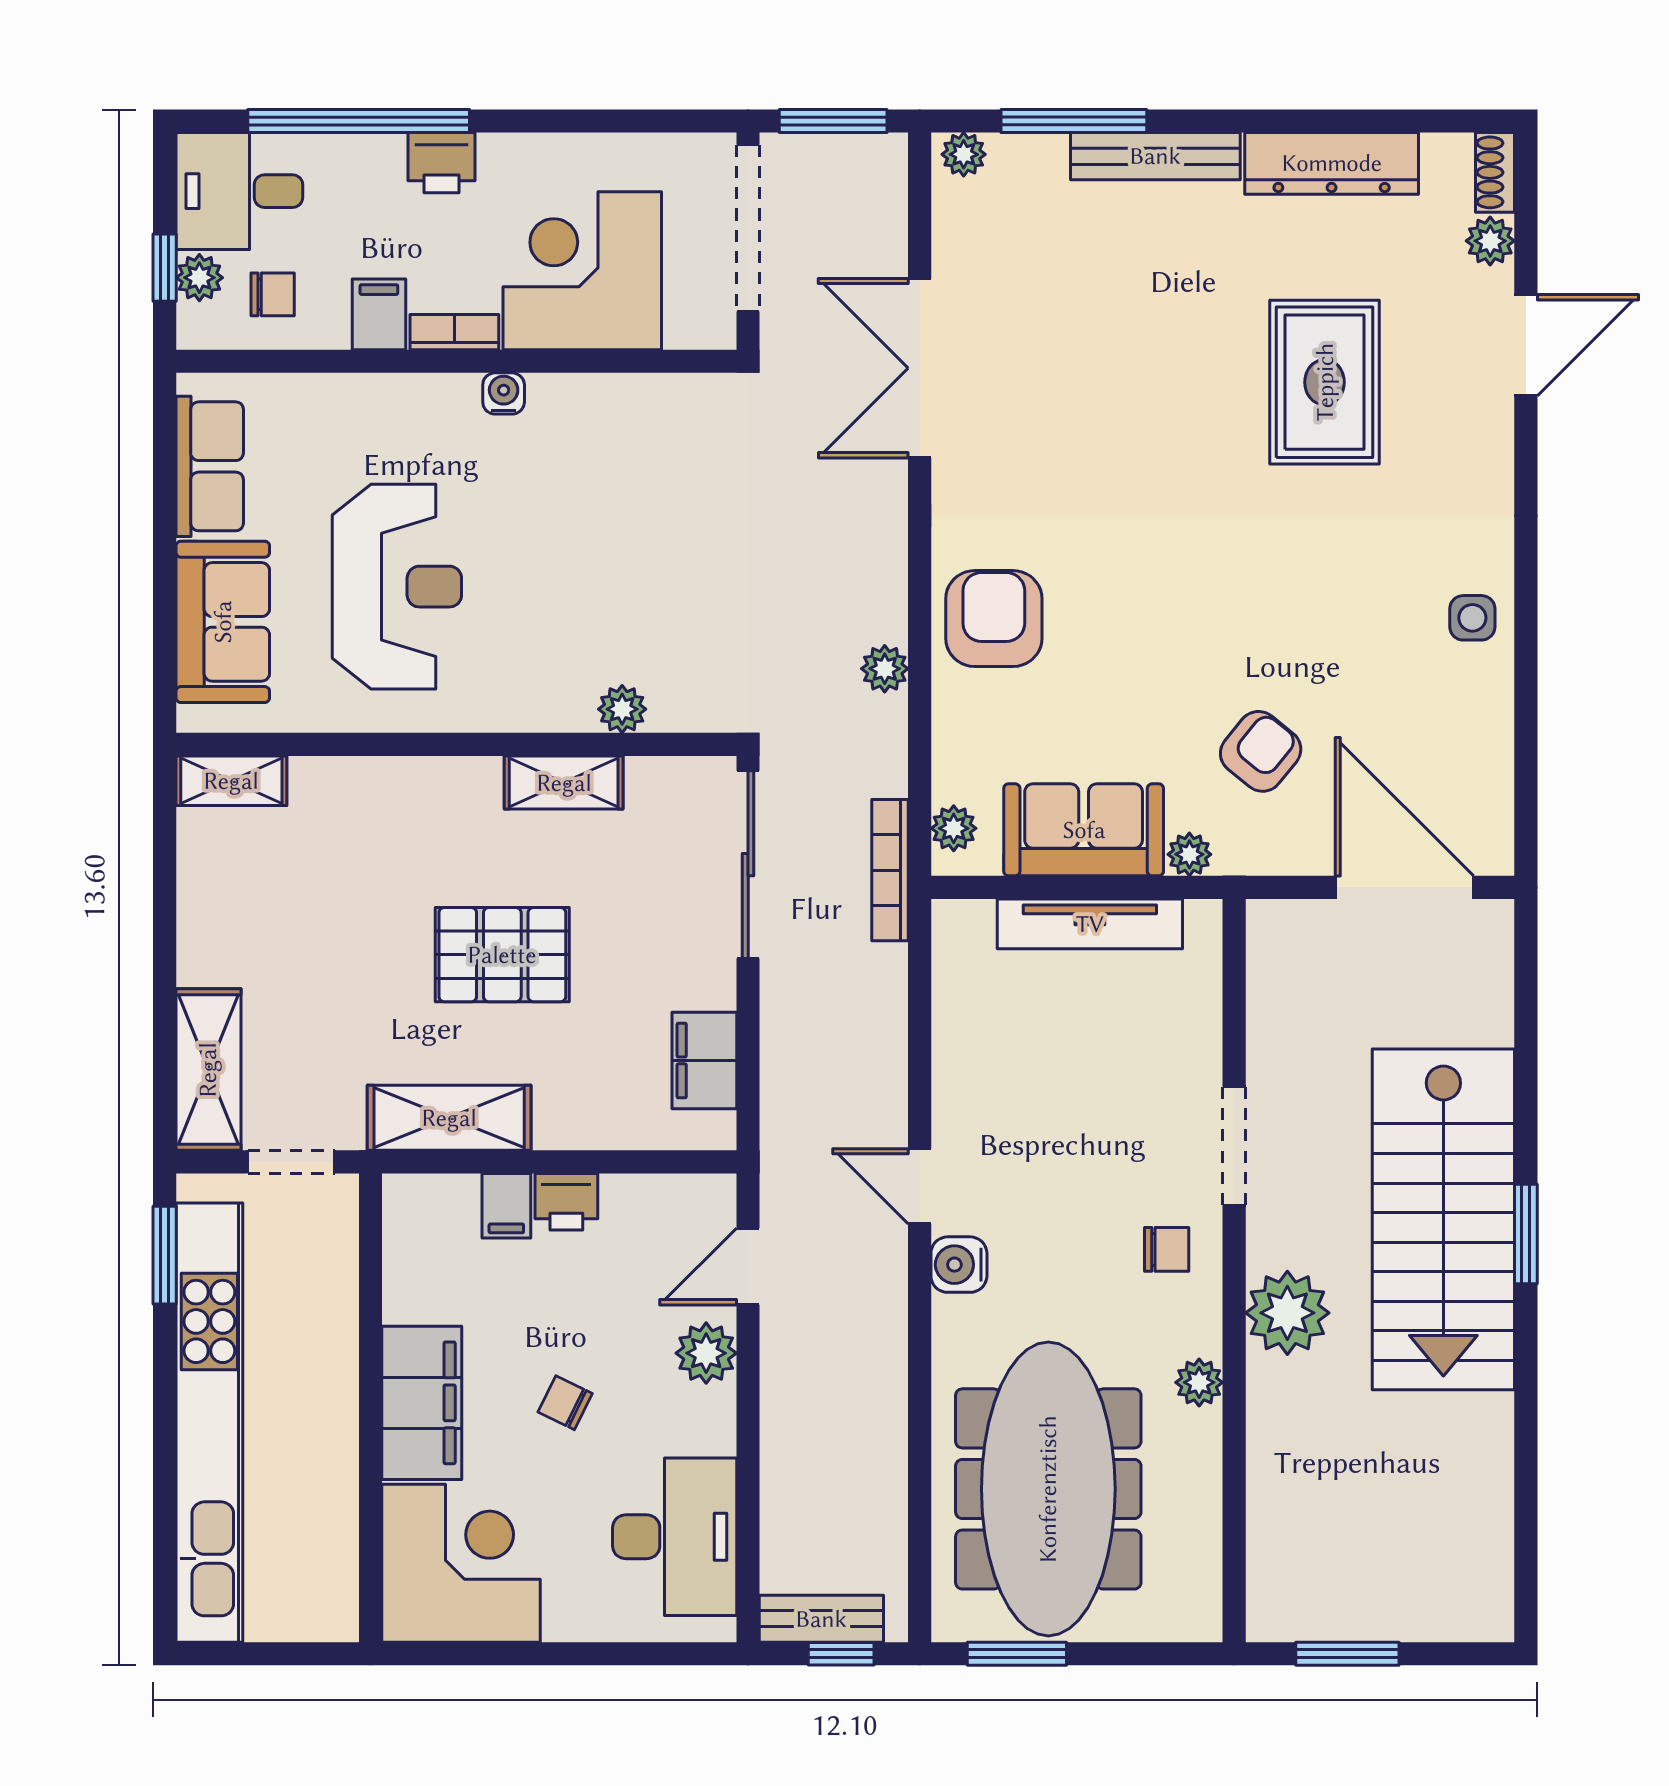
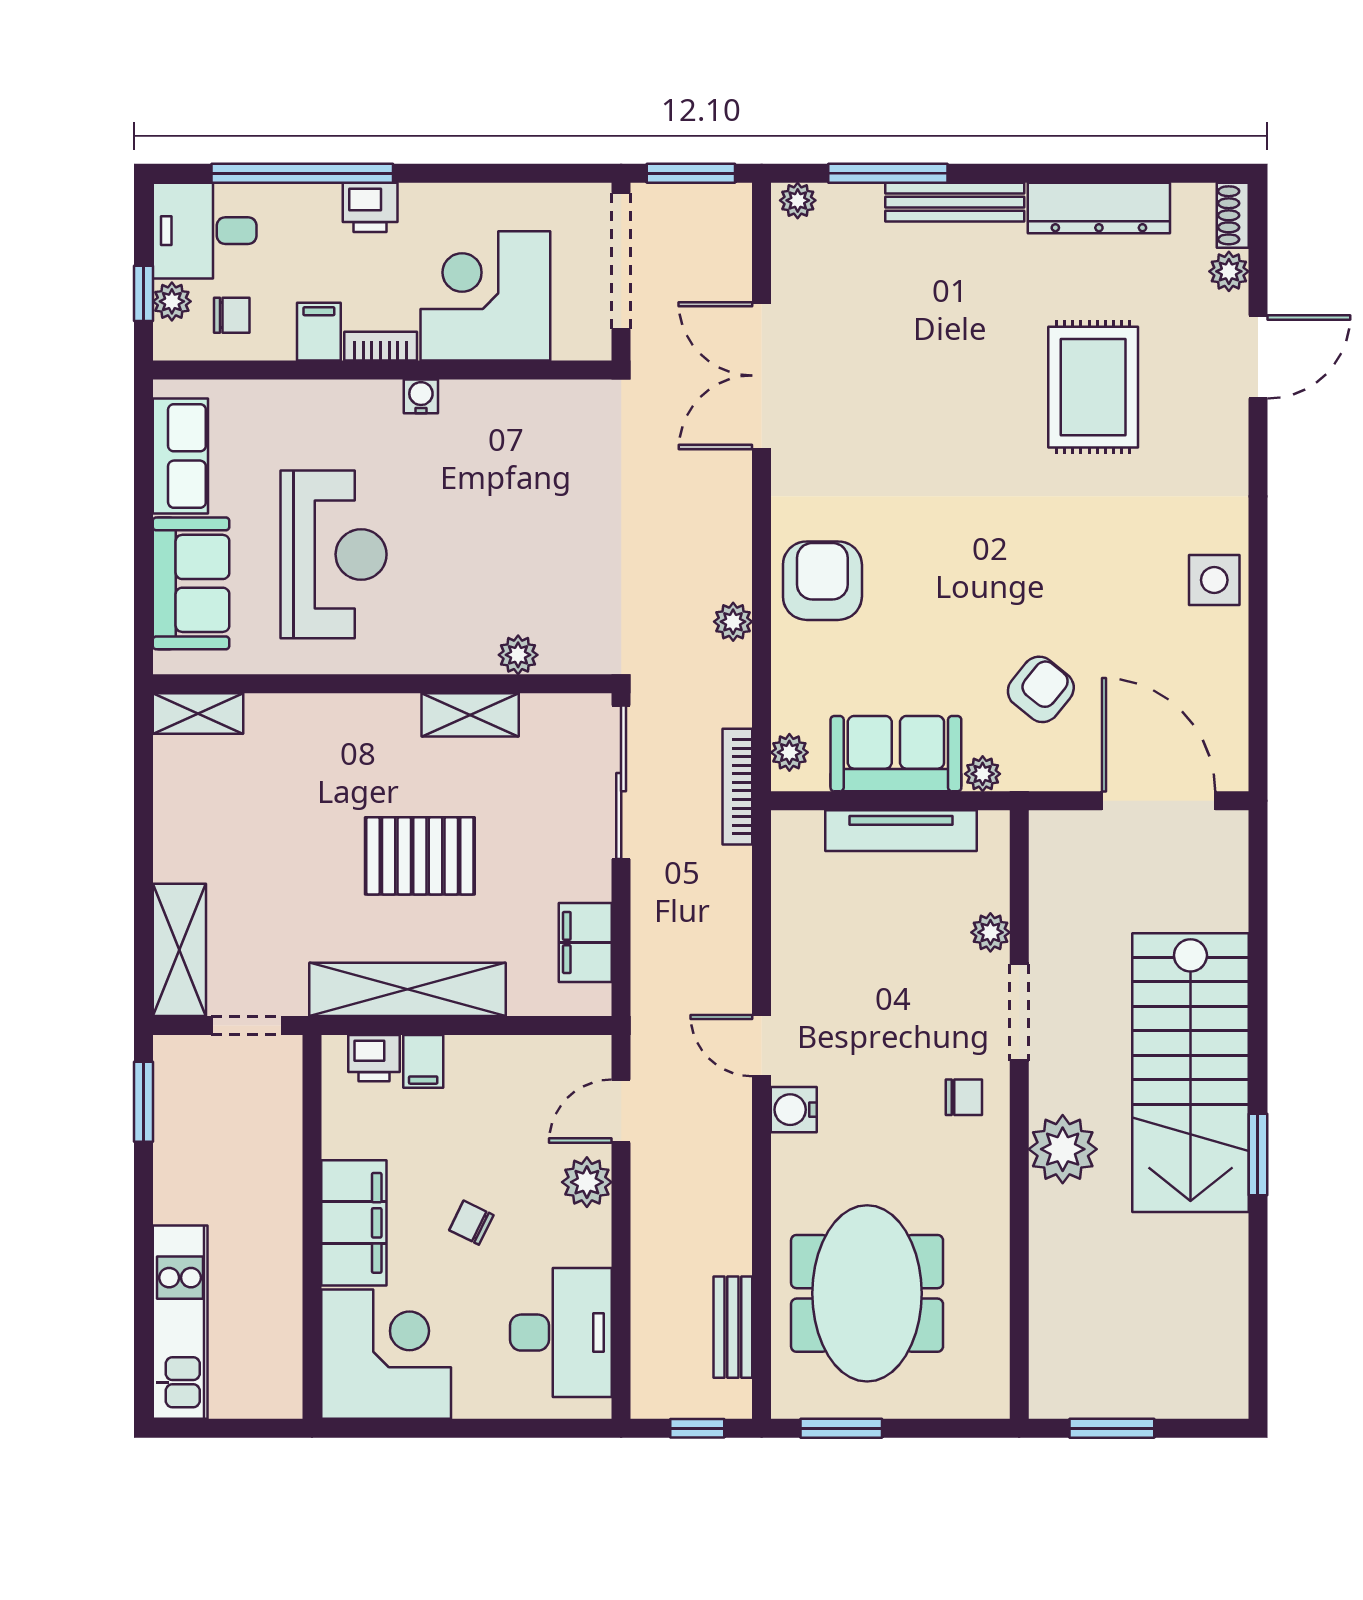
side table: (1472, 618) -> (1214, 580), width x1.37, depth x1.37
shelving: (449, 1118) -> (408, 989), width x1.47
printer: (566, 1202) -> (374, 1058), moved
window: (1526, 1234) -> (1258, 1154), moved
plant: (1199, 1382) -> (990, 932), moved
kitchen unit: (209, 1423) -> (180, 1322), width x0.54
meeting table: (1048, 1489) -> (867, 1293), width x0.73
bench: (821, 1619) -> (733, 1327), moved, turned 90

